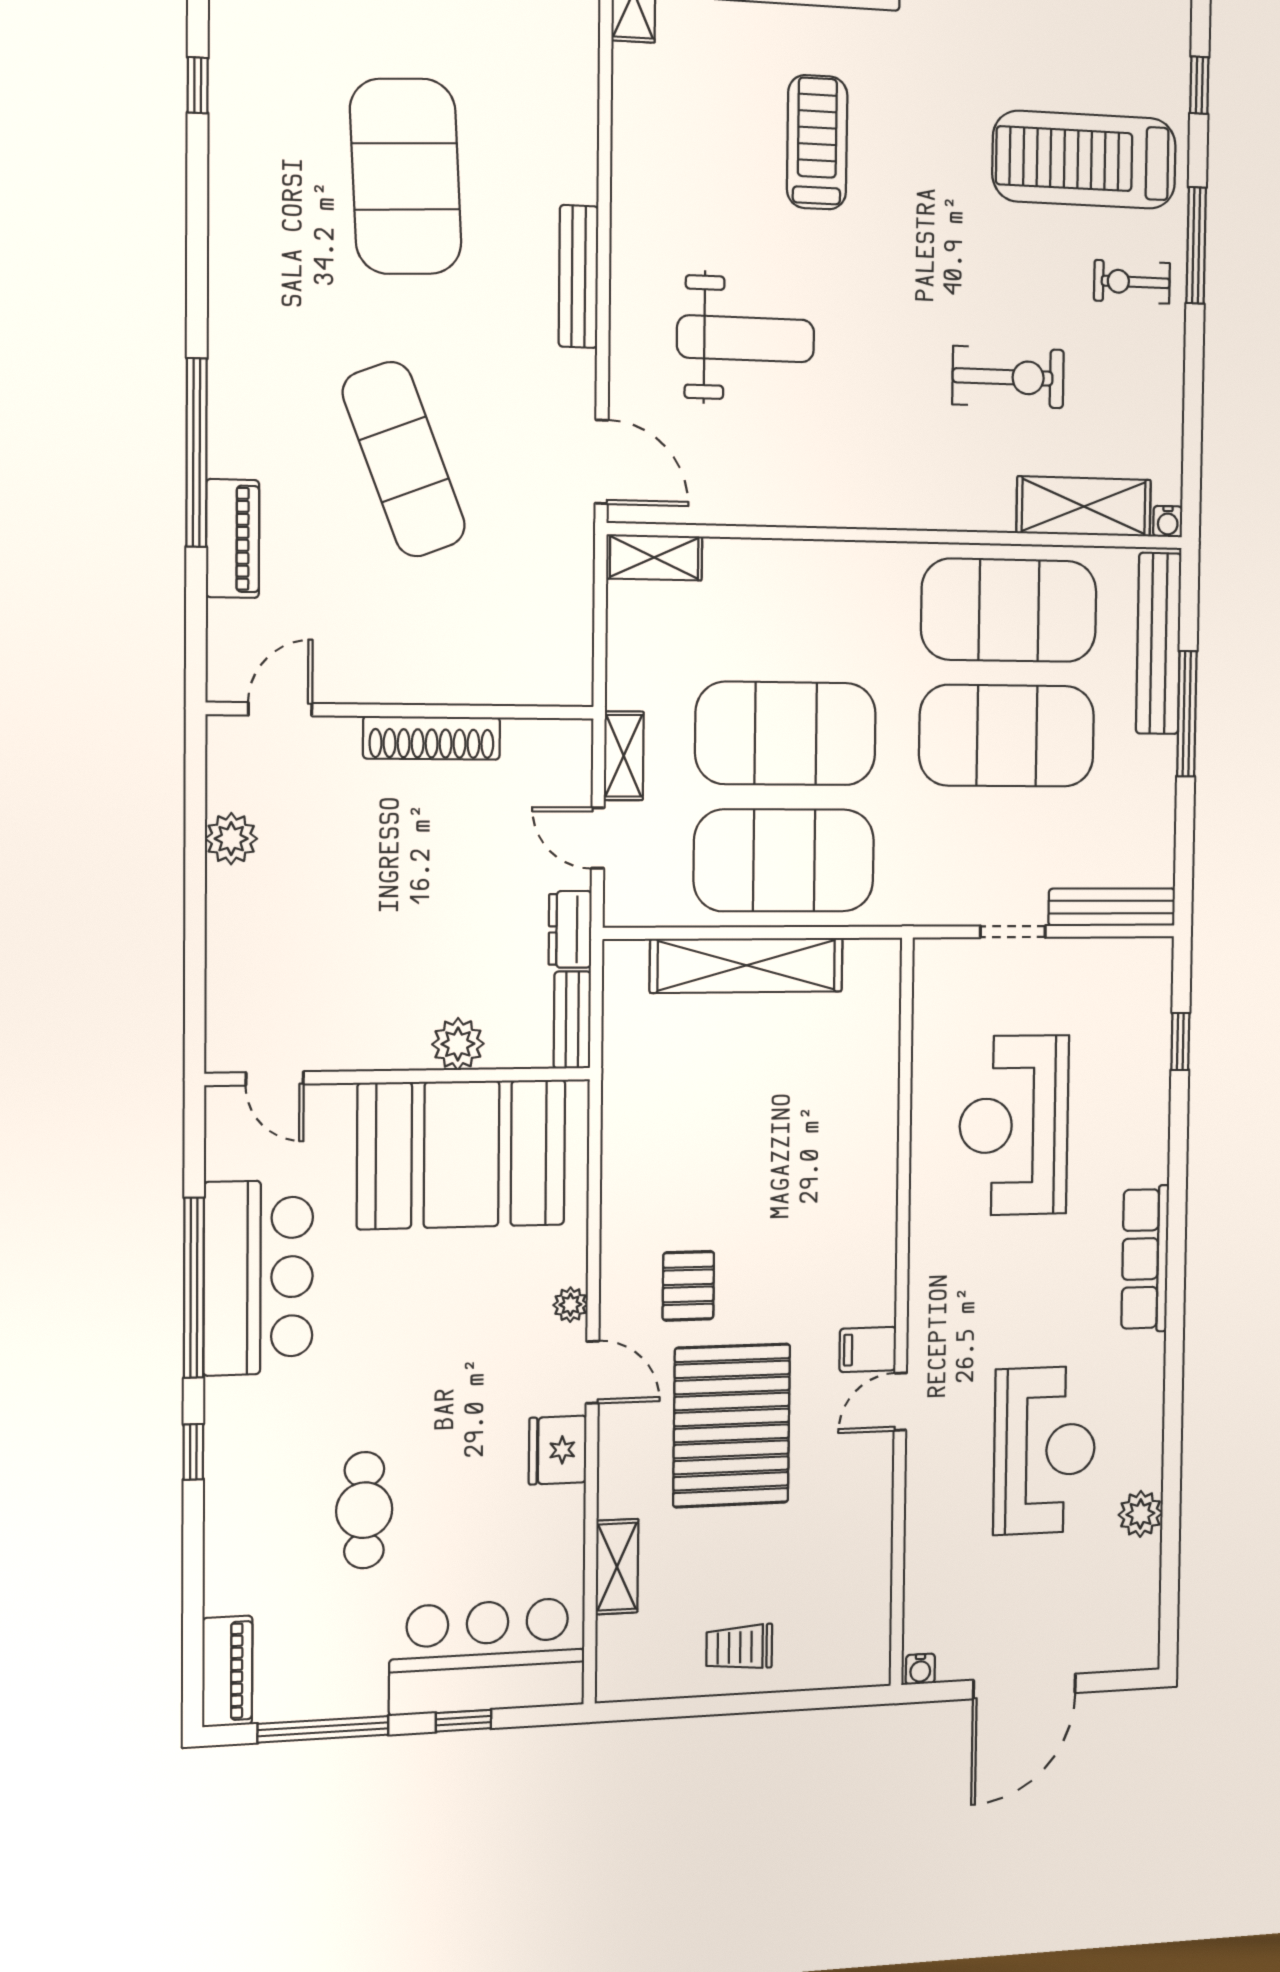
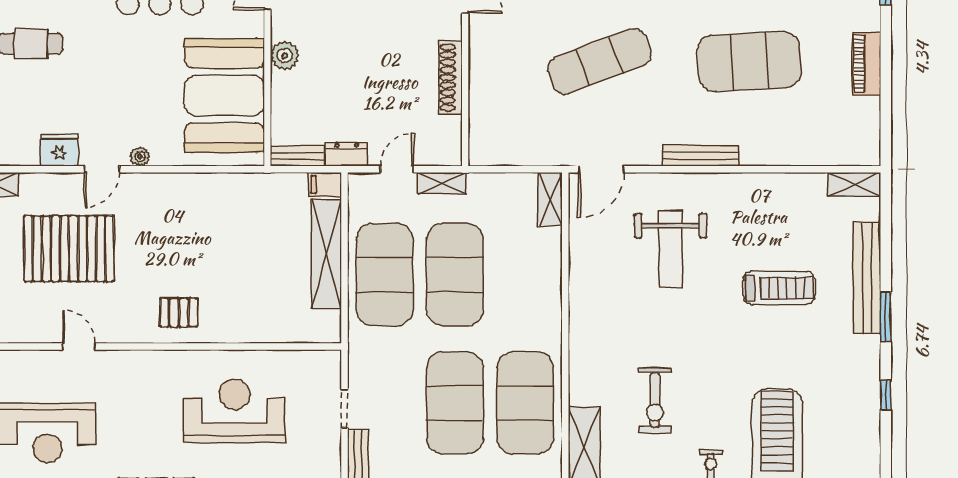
plant: (458, 1044) -> (285, 56), moved
pallet: (688, 1286) -> (179, 312), moved
filing cabinet: (868, 1349) -> (325, 185), moved, turned -90

